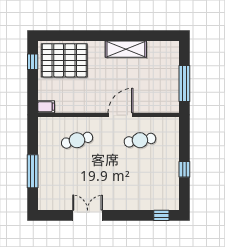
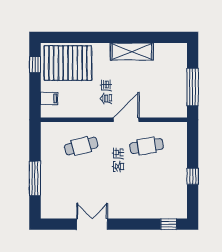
filing cabinet: (46, 107) -> (49, 98), moved

